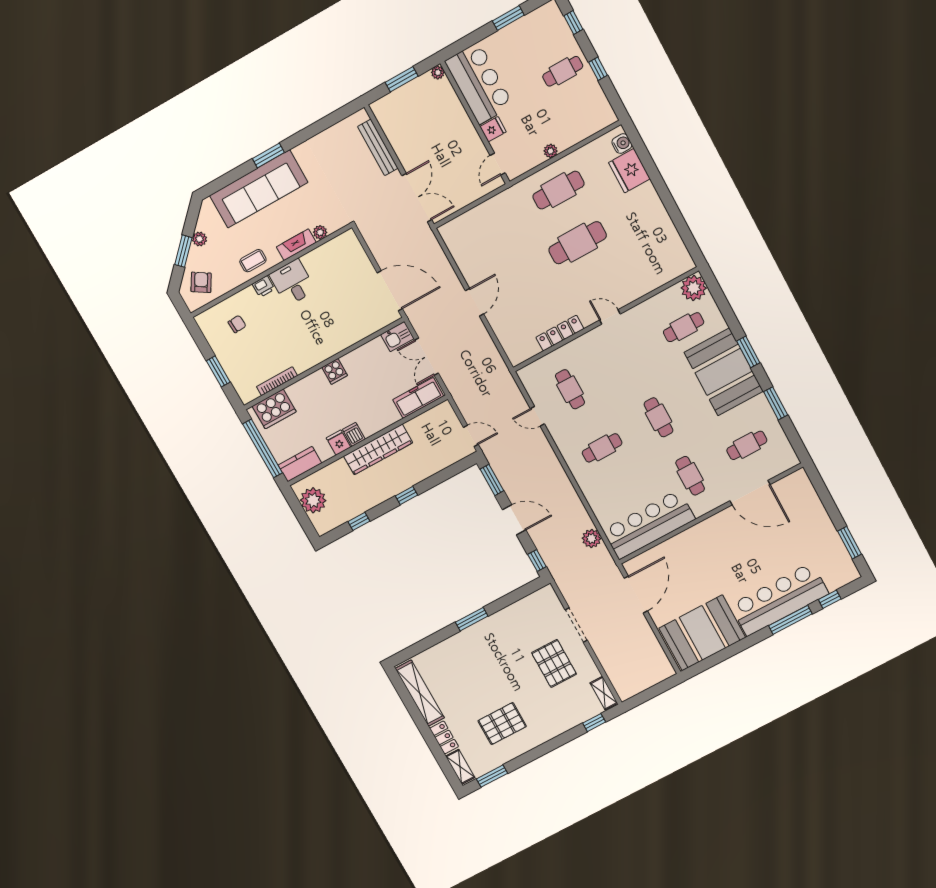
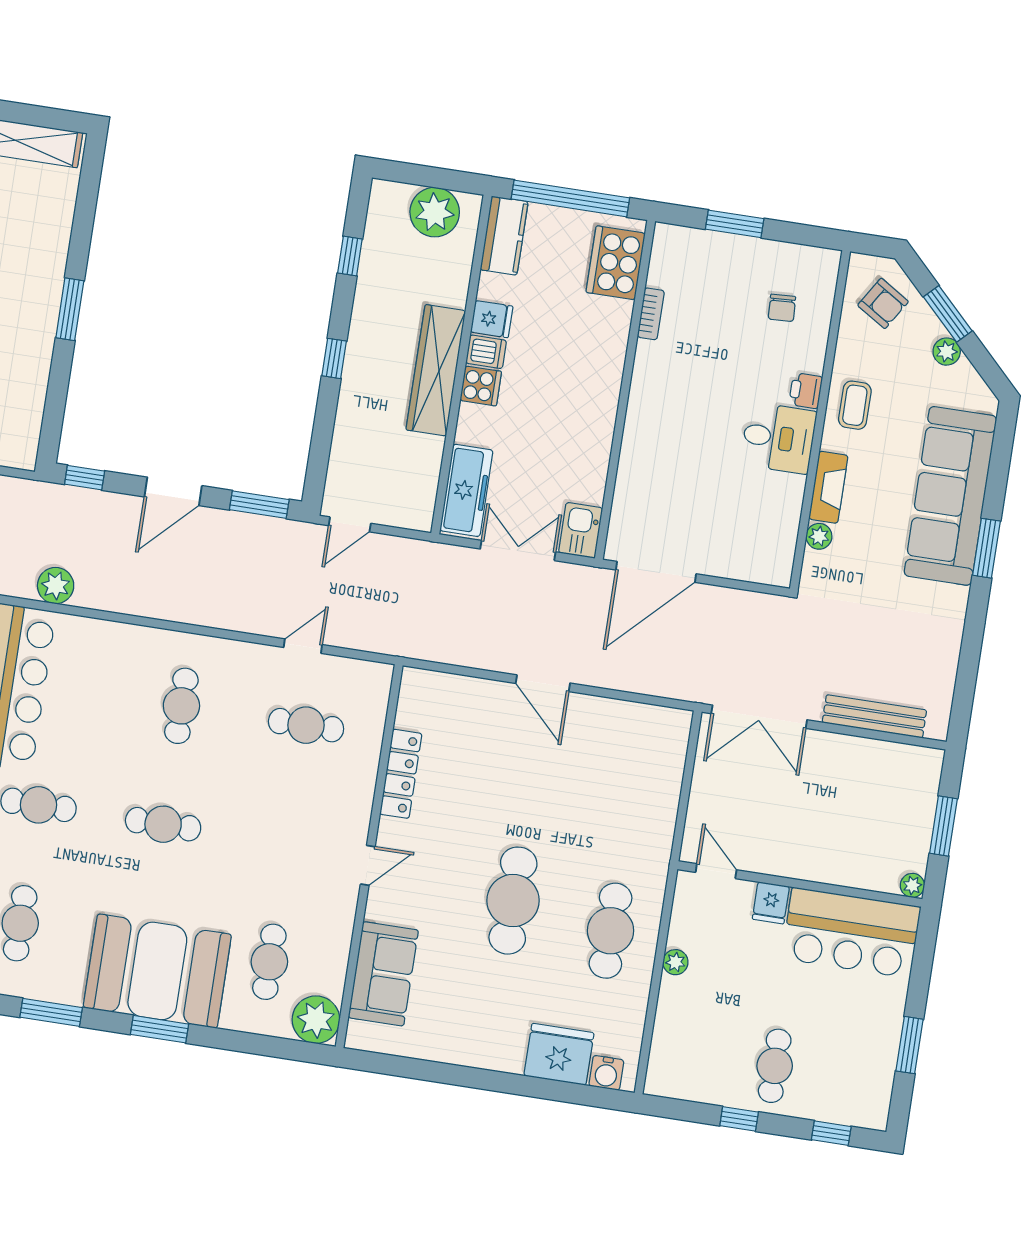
sofa: (652, 274) -> (383, 974), added
cooker: (335, 371) -> (481, 386), moved, turned 180
bookcase: (277, 381) -> (651, 314), width x0.64

